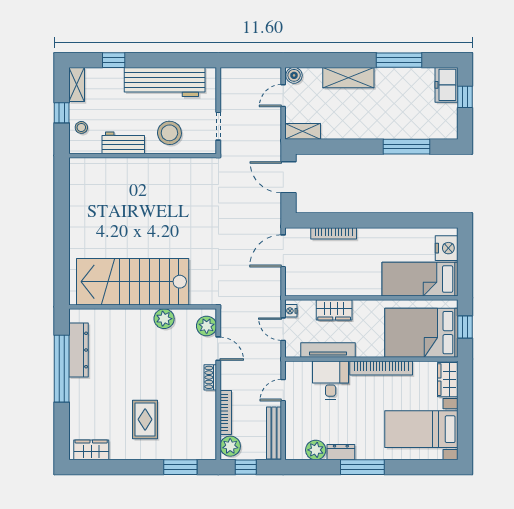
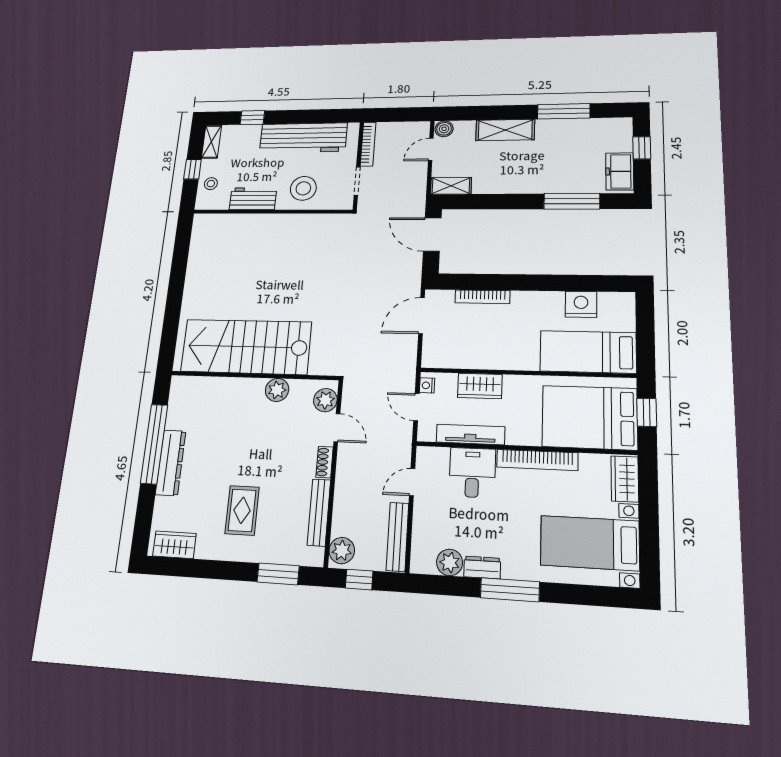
freezer: (446, 85) -> (620, 171), moved
nightstand: (447, 248) -> (581, 304), moved, turned -90
dresser: (79, 350) -> (171, 463), moved
bookcase: (226, 412) -> (368, 144), moved
bench: (209, 418) -> (319, 512), added

